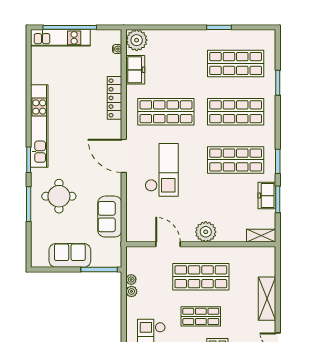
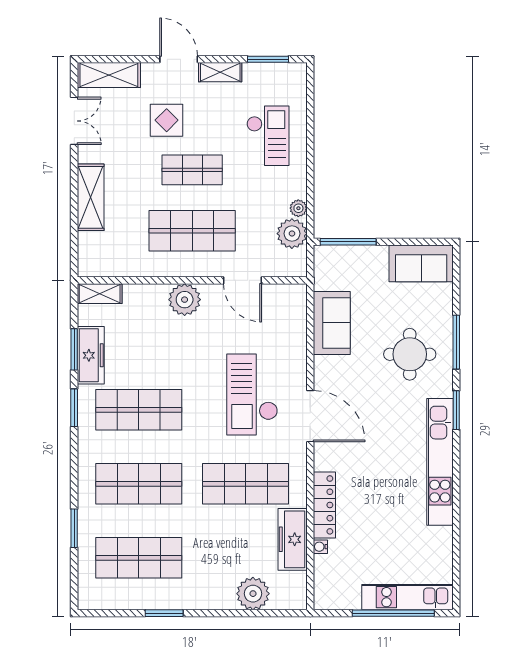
plant: (137, 40) -> (253, 594), moved
water cooler: (117, 49) -> (320, 547), moved
freezer: (135, 70) -> (293, 539), width x1.40
freezer: (267, 196) -> (91, 355), width x1.40
sofa: (70, 255) -> (421, 263), moved
plant: (131, 279) -> (292, 234), width x1.88, depth x1.88

